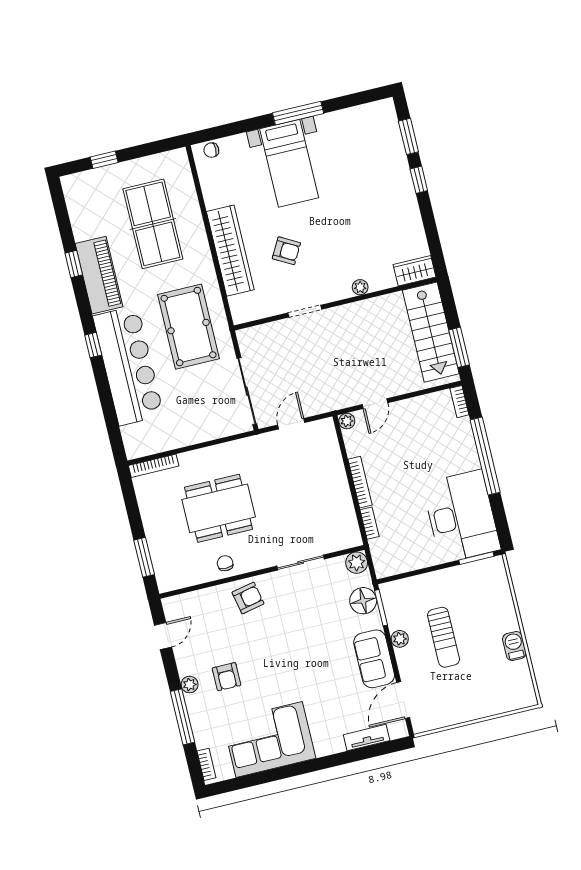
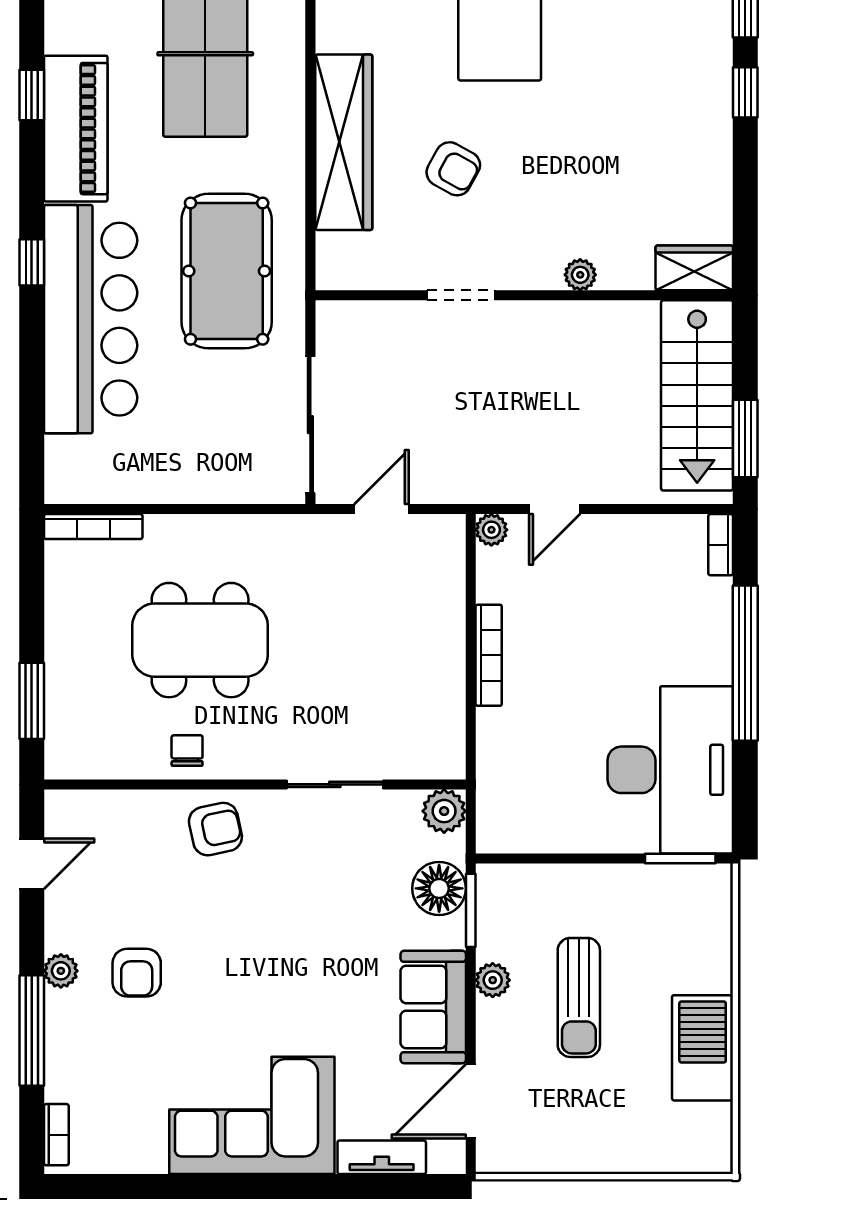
bookcase: (370, 523) -> (488, 740), removed
barbecue: (514, 646) -> (703, 1048), width x1.88, depth x1.53
corner sofa: (269, 739) -> (252, 1115), moved

